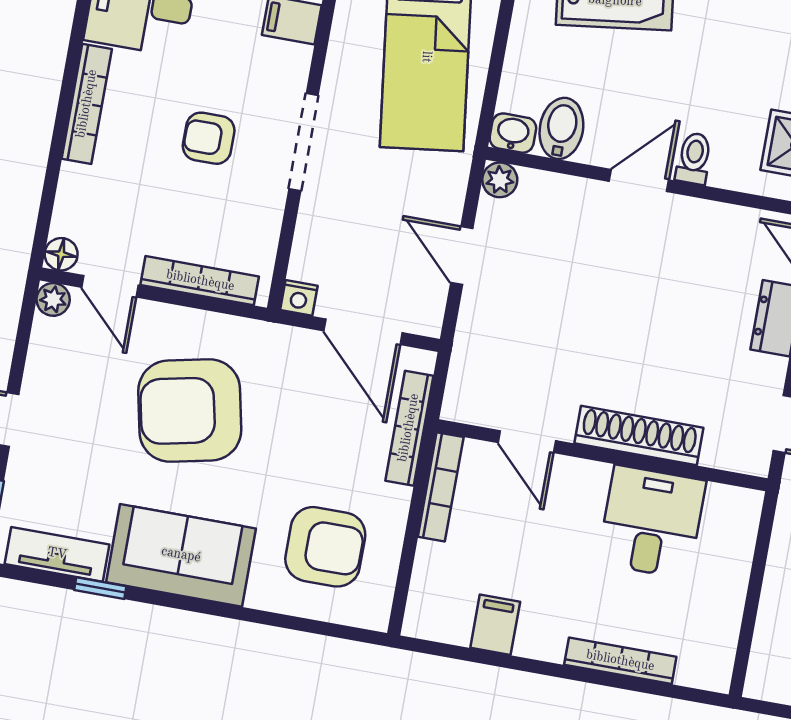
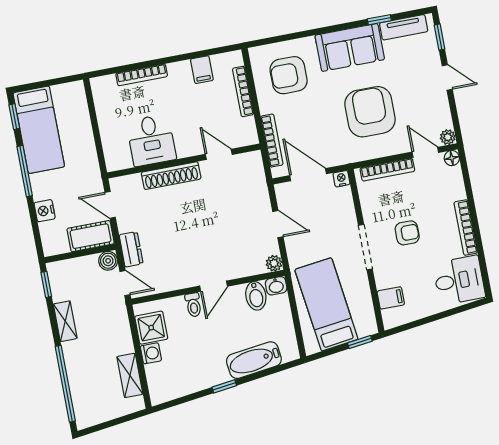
armchair: (190, 410) -> (370, 112), turned -78
bookcase: (441, 487) -> (243, 91), moved

